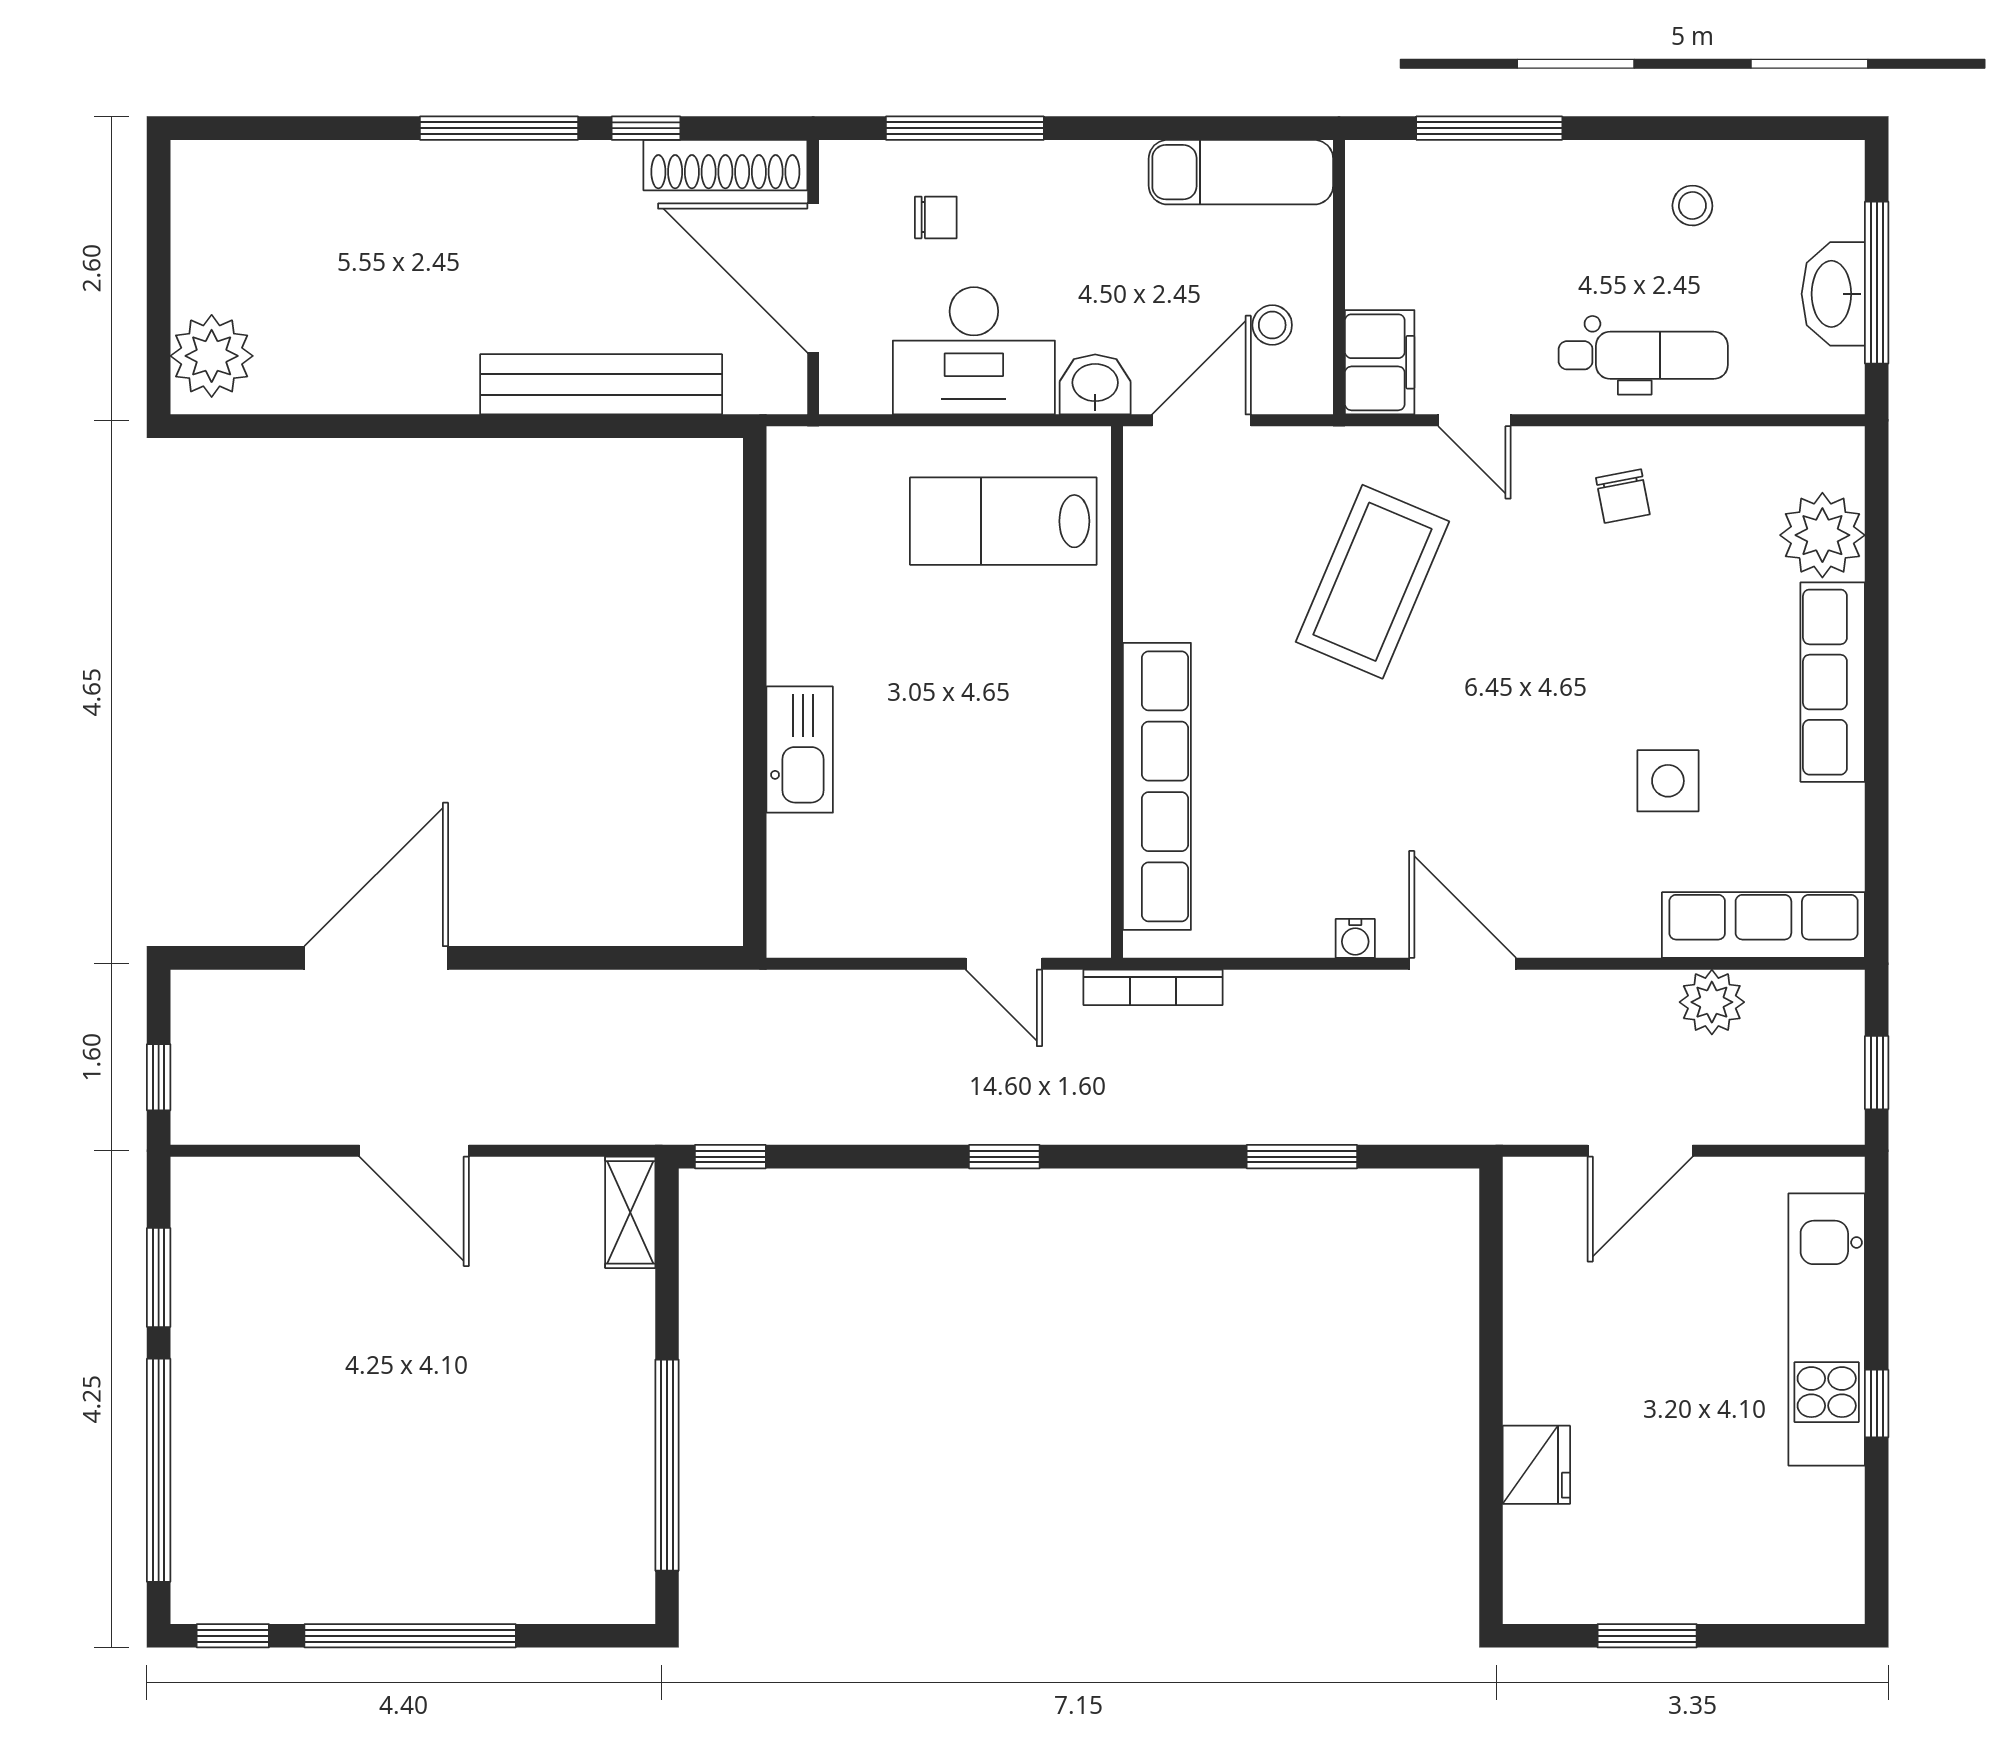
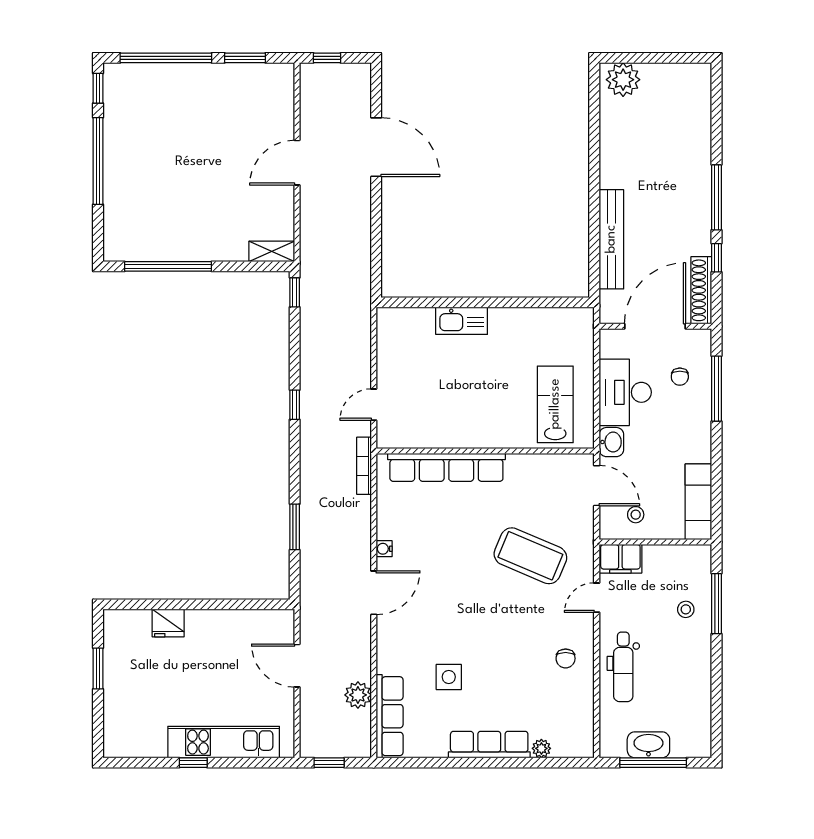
stool: (1692, 206) -> (686, 609), moved
chair: (1623, 496) -> (566, 658), turned -79
plant: (1822, 535) -> (541, 748), width x0.53, depth x0.53

